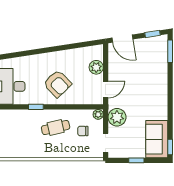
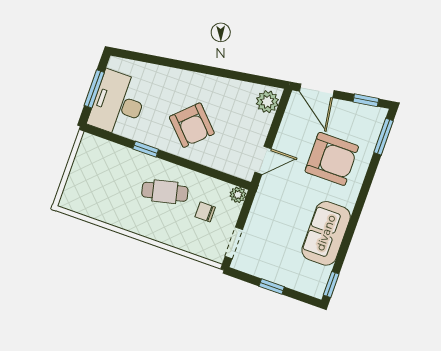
plant: (96, 67) -> (267, 102), moved
armchair: (145, 75) -> (332, 159), added
plant: (117, 117) -> (265, 209), removed
sofa: (157, 139) -> (326, 233), moved

